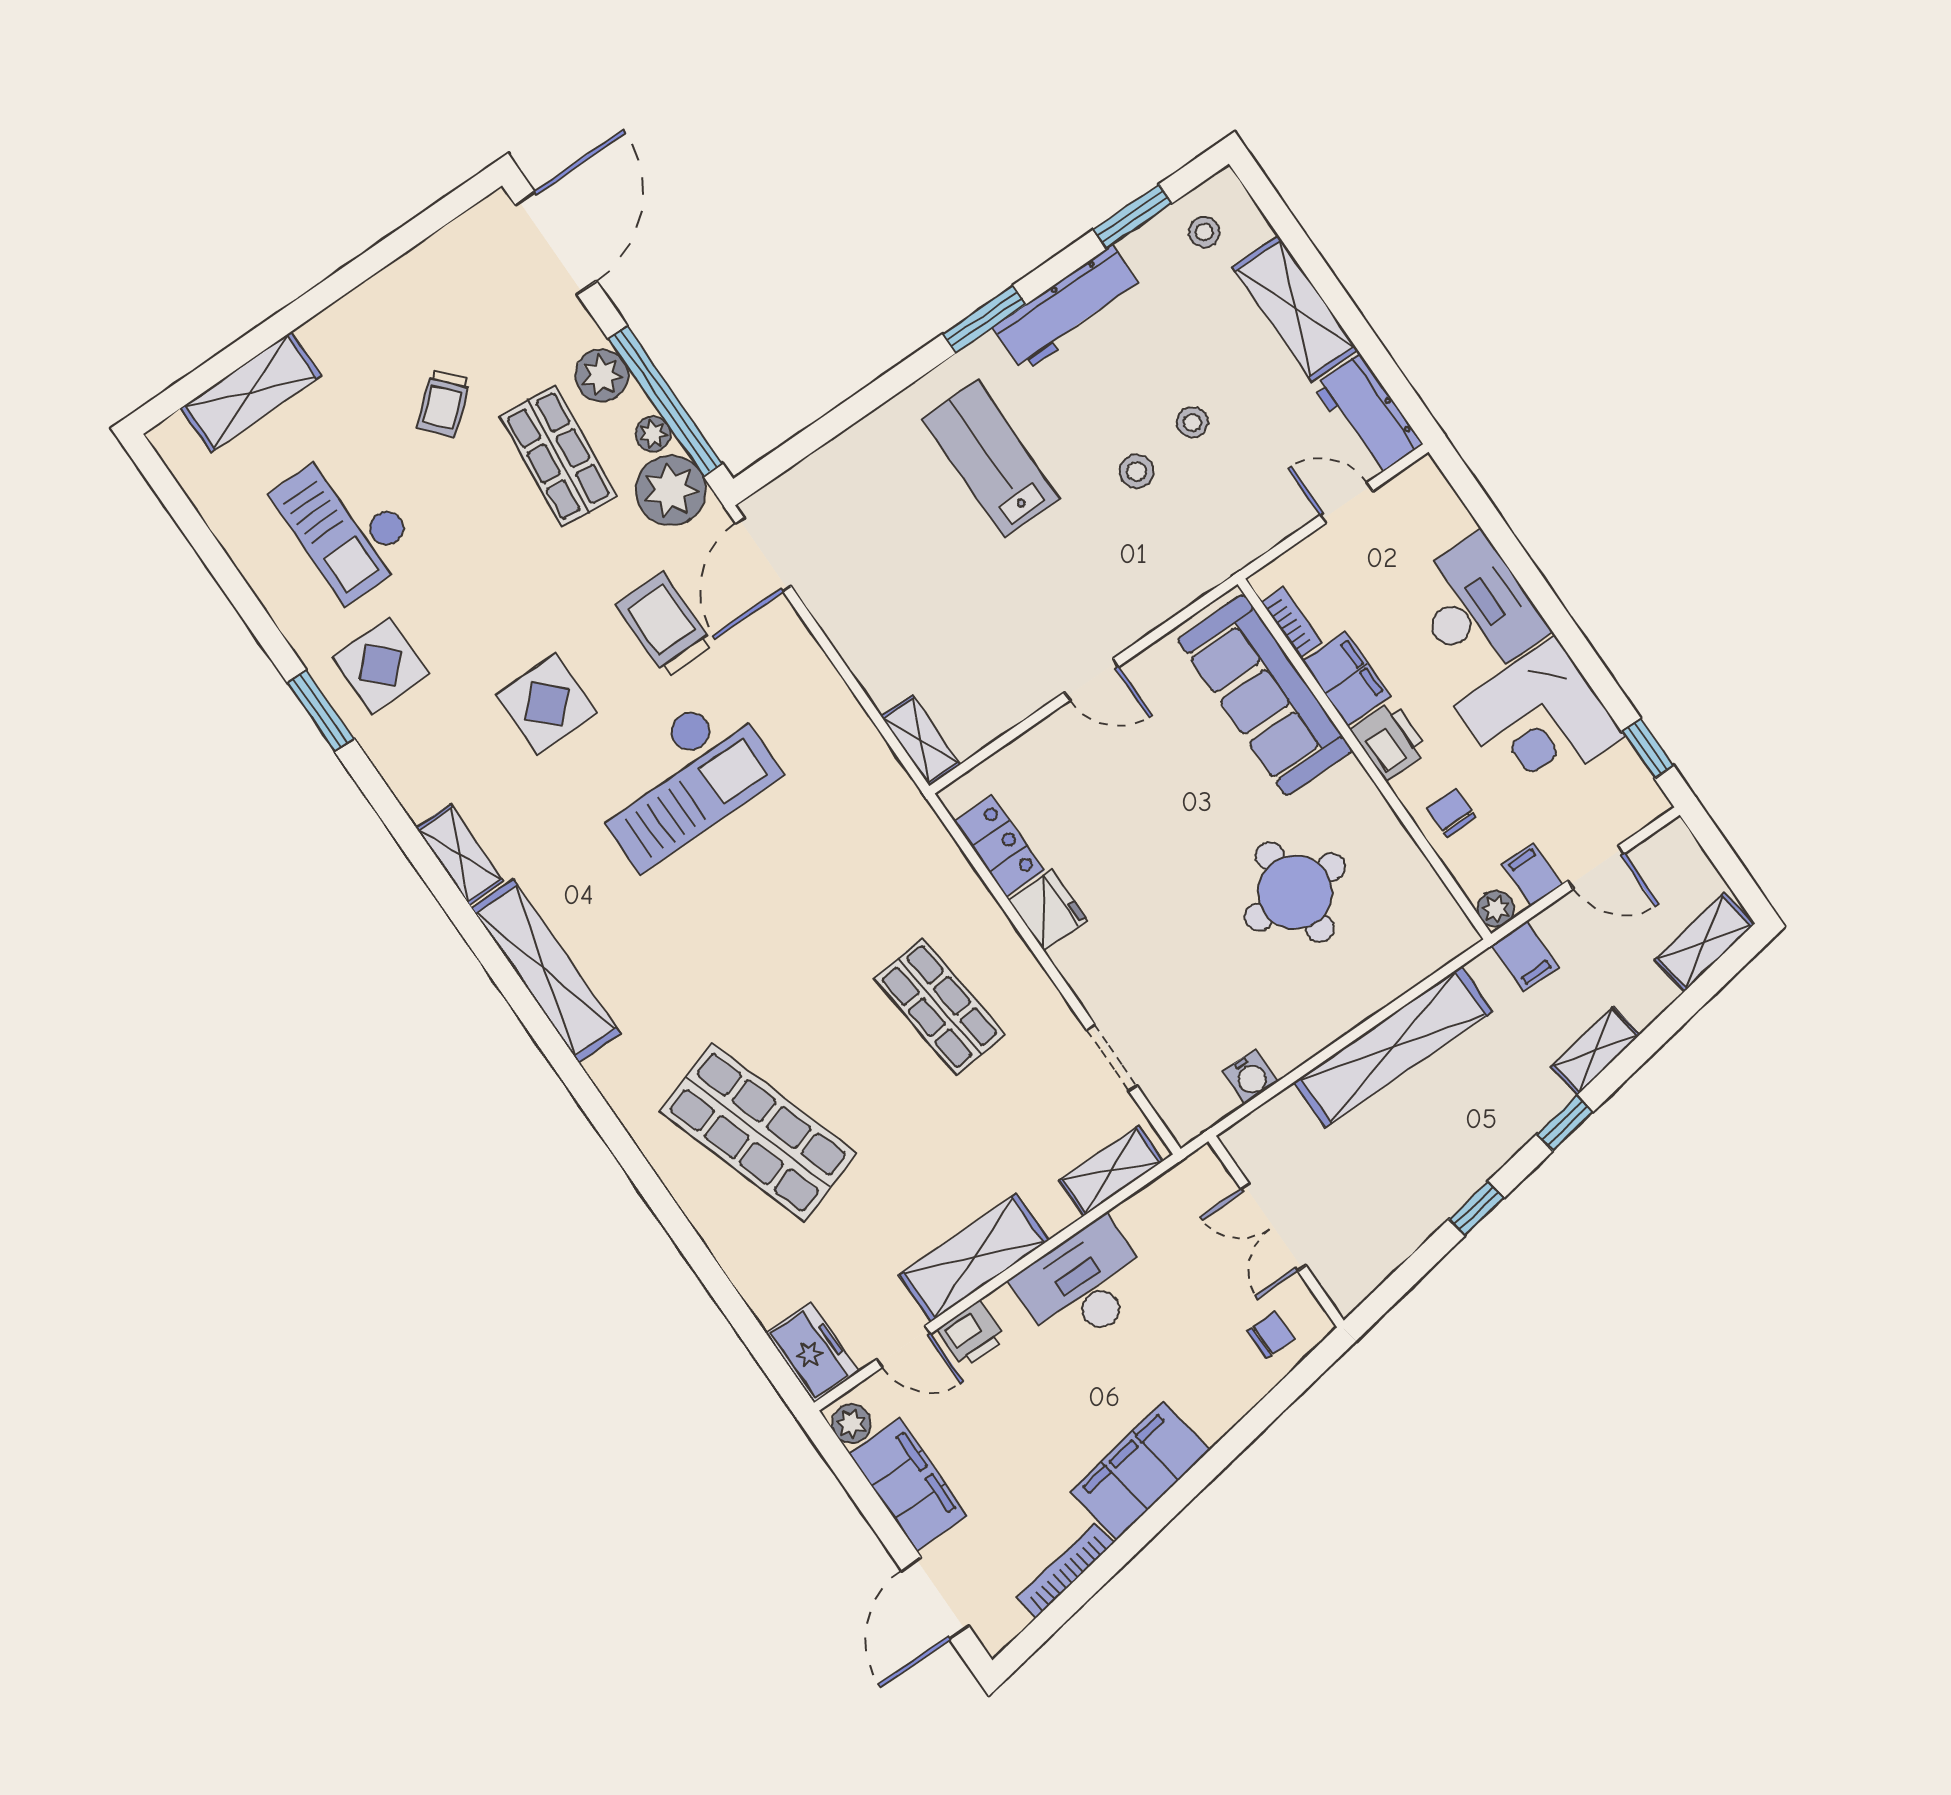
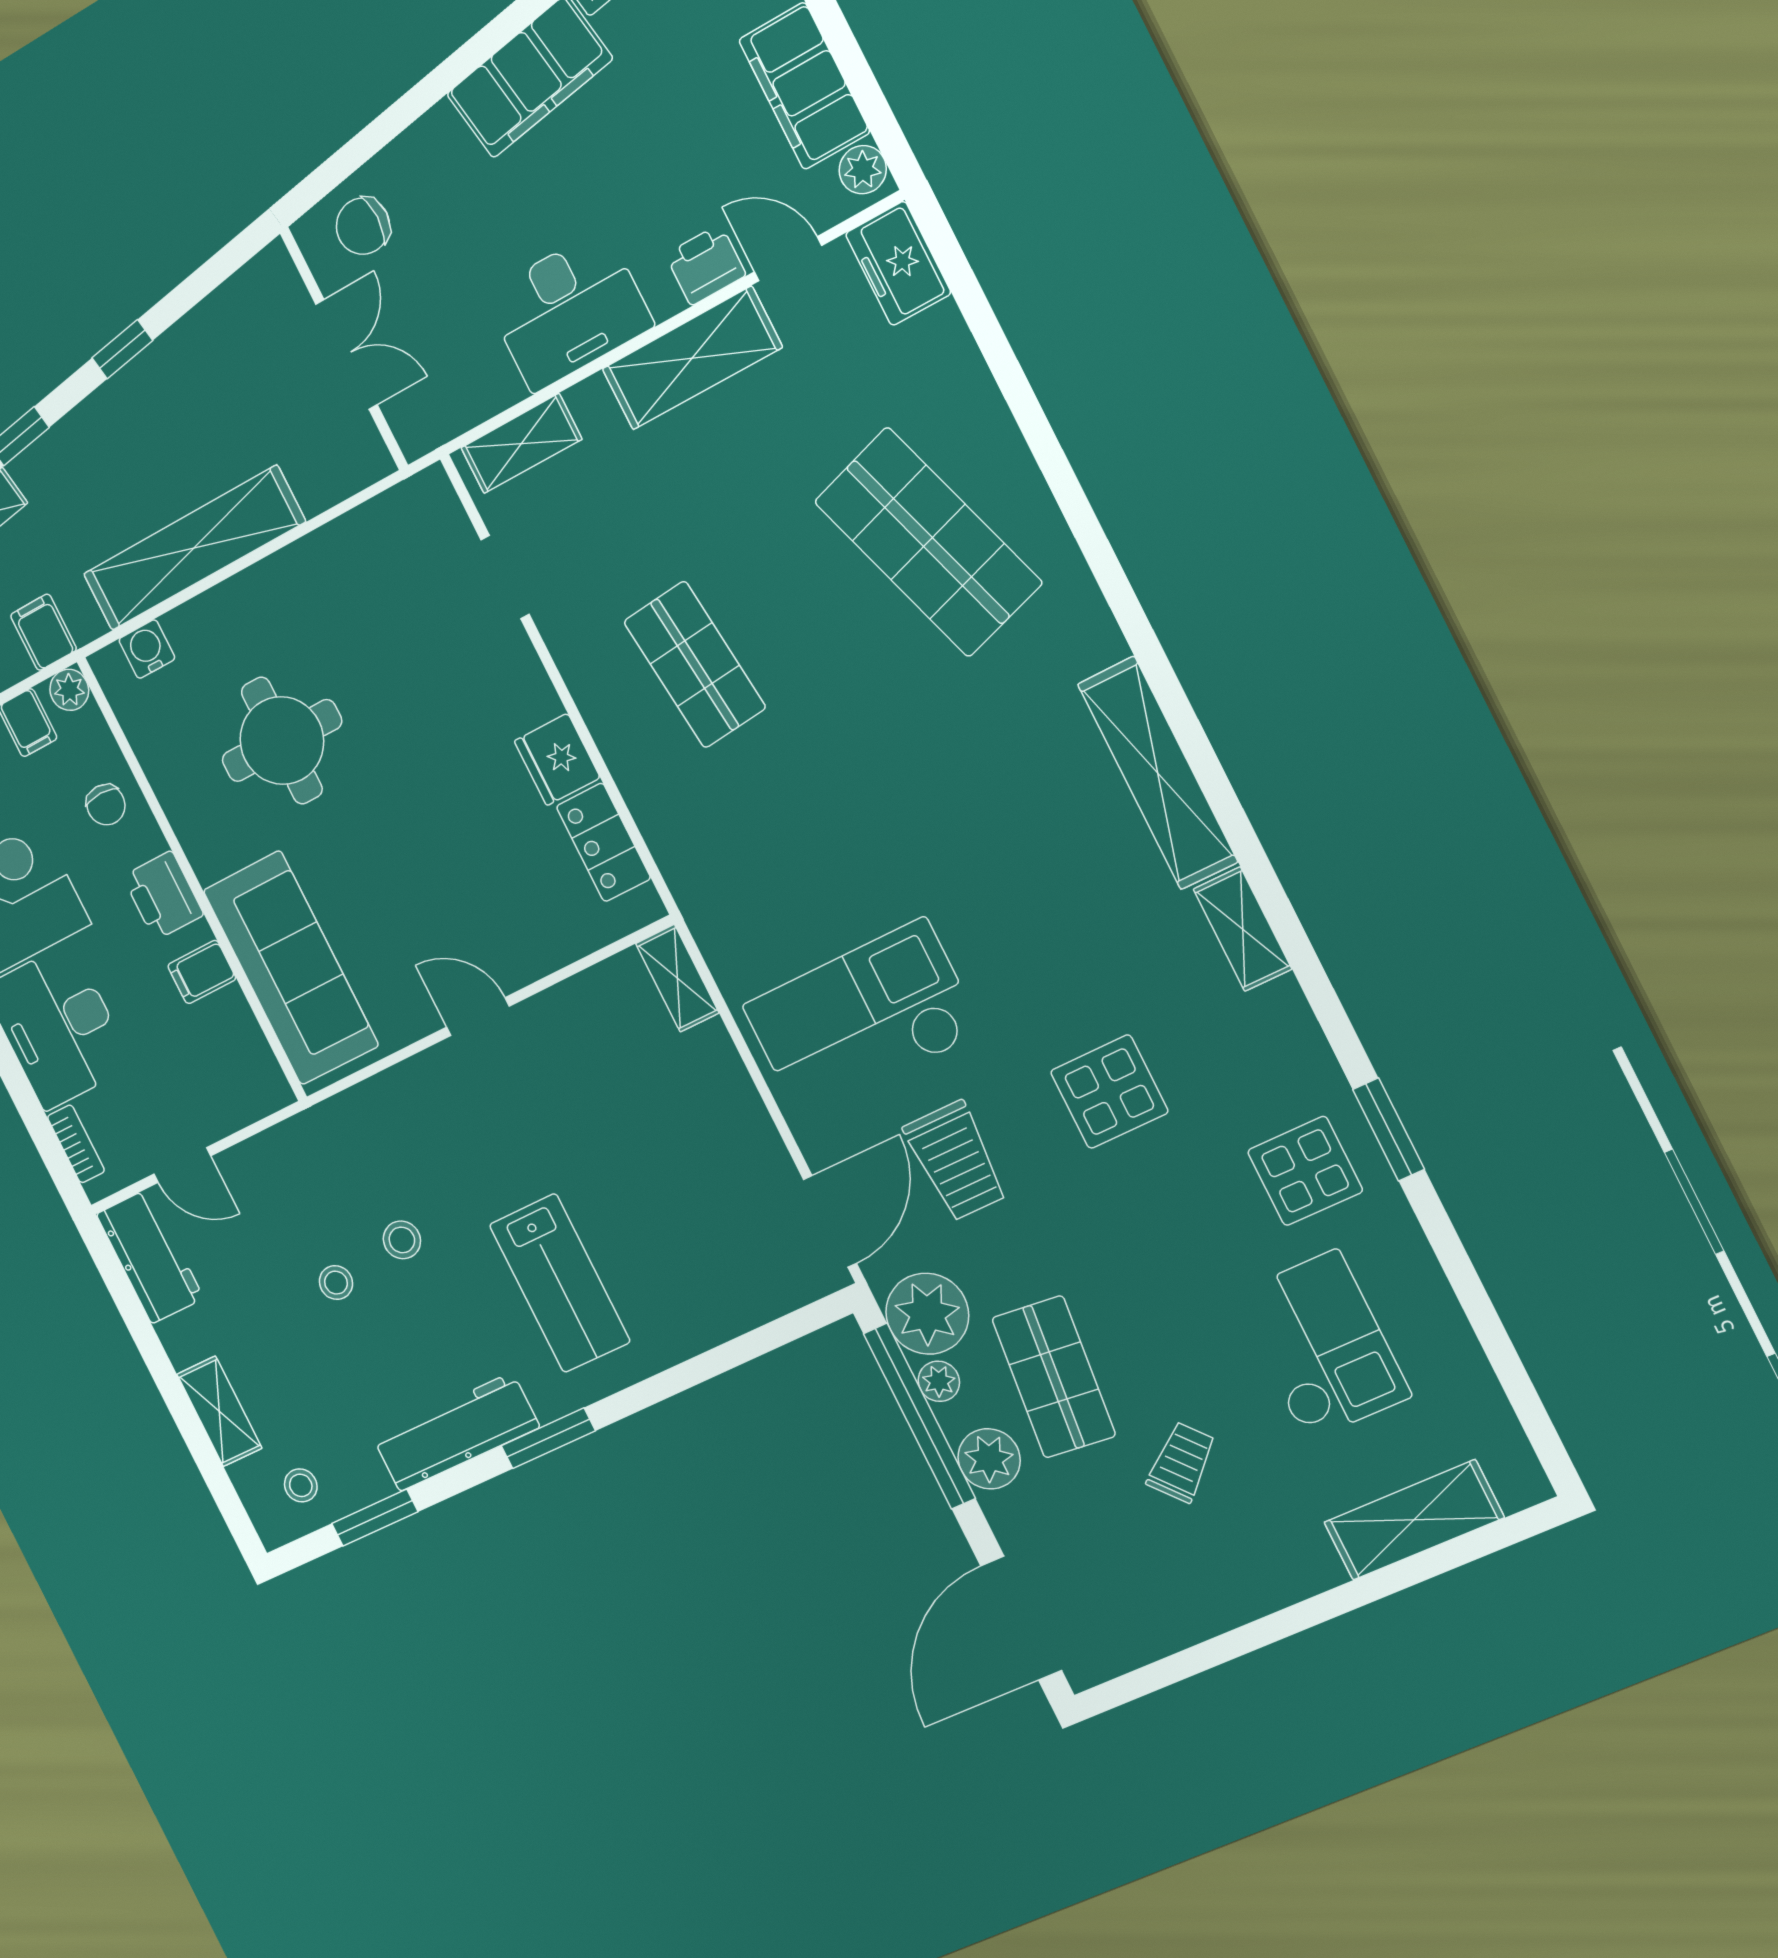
shelving: (1295, 308) -> (219, 1411), width x0.67, depth x0.75
bookcase: (1292, 622) -> (76, 1144), moved, turned 180
filing cabinet: (1346, 679) -> (202, 972), width x0.50
checkout: (681, 780) -> (862, 1019), moved
water cooler: (1250, 1077) -> (147, 649), moved
chair: (1271, 1335) -> (363, 226), width x1.37, depth x1.37

